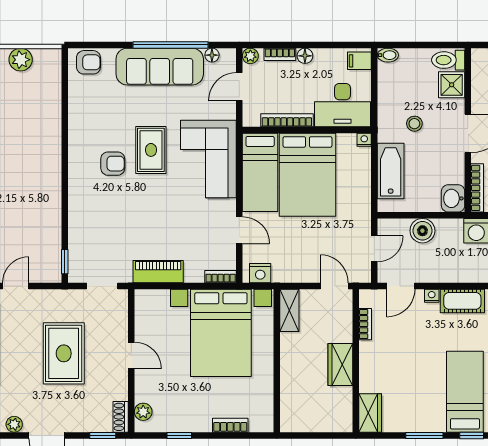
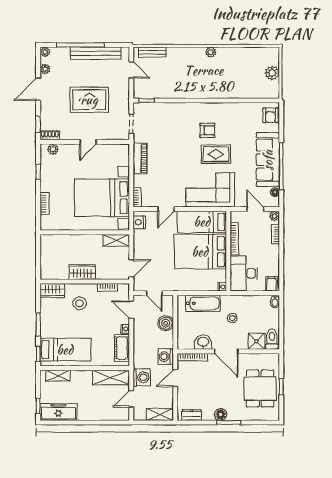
floor lamp: (305, 56) -> (275, 250), removed
armchair: (113, 164) -> (207, 130), turned -90
washbasin: (453, 198) -> (203, 342), moved
stool: (391, 369) -> (80, 303), added

